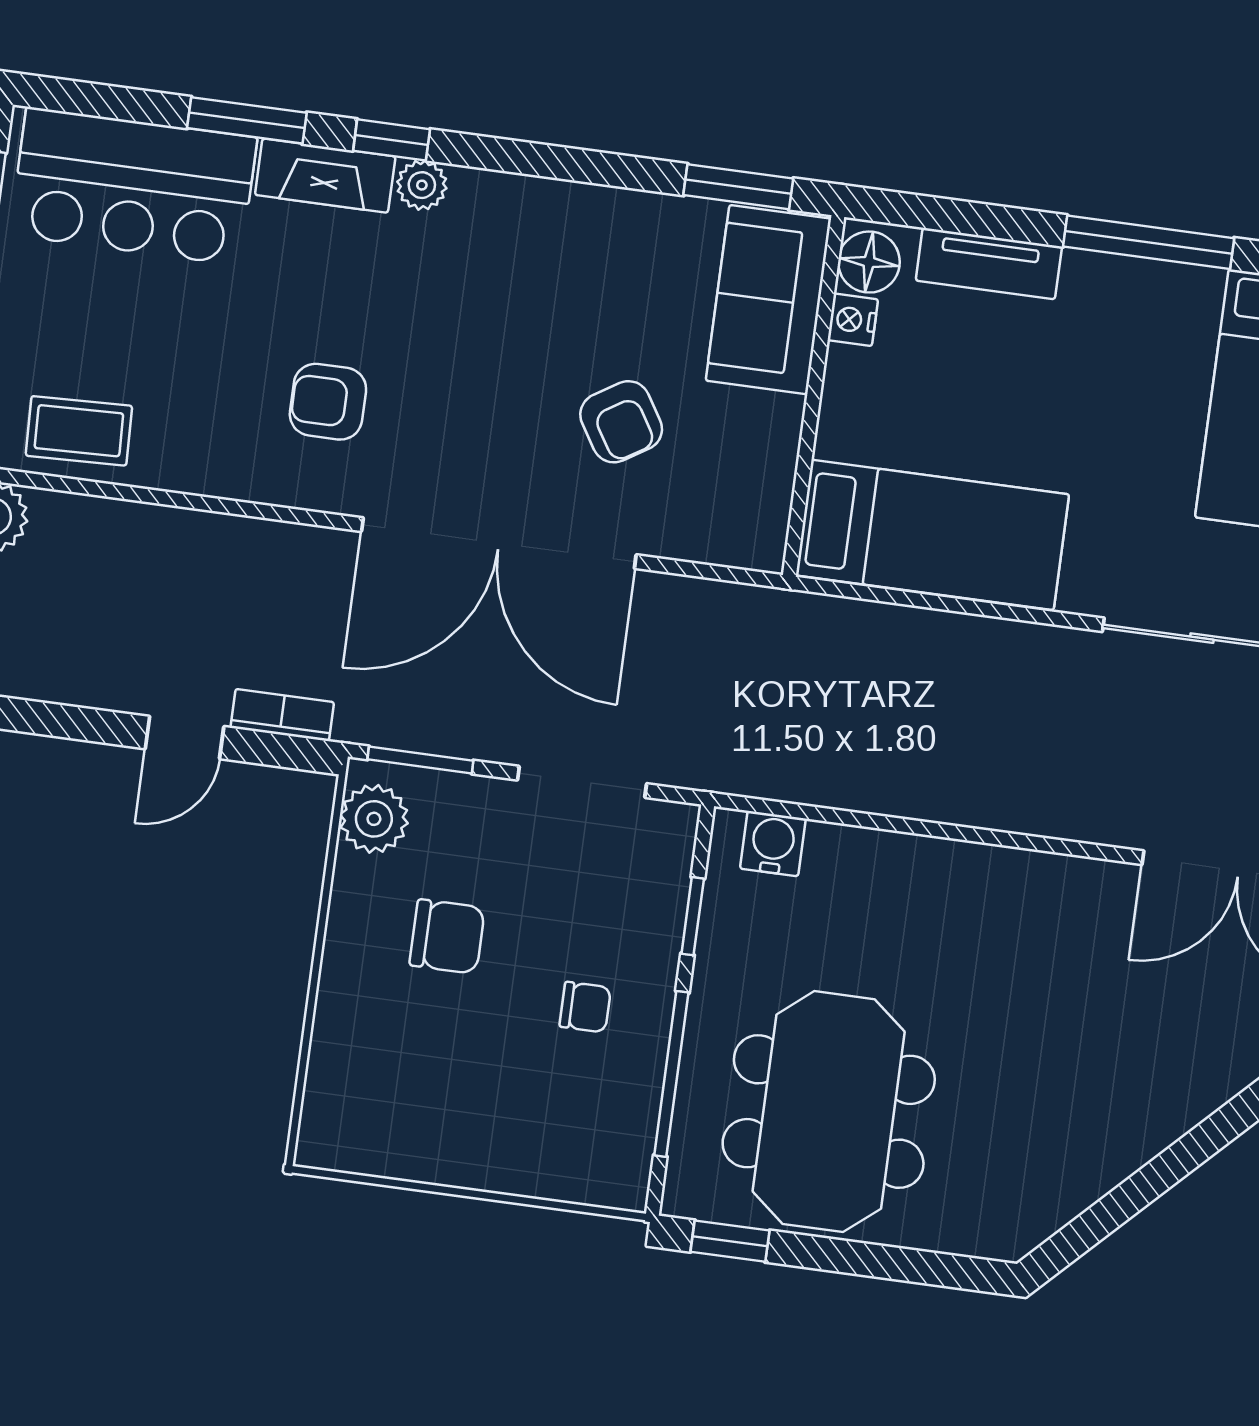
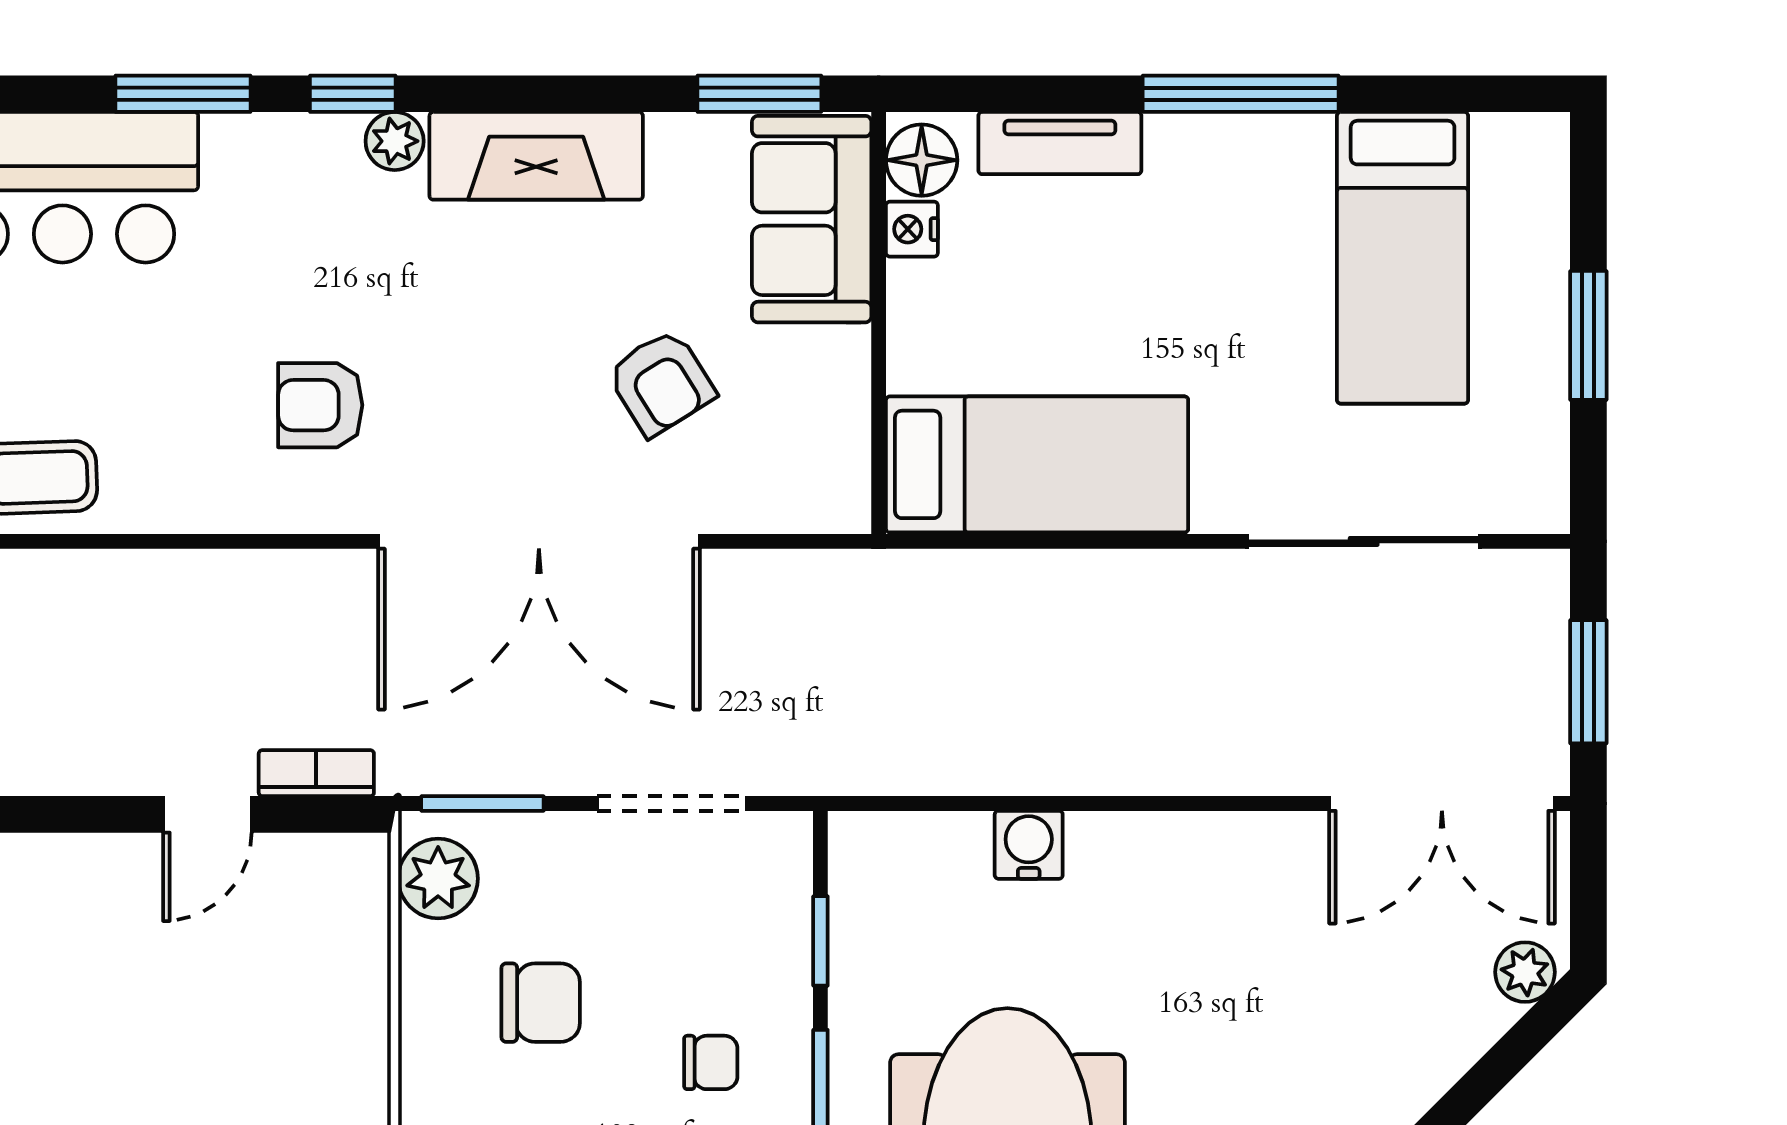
fireplace: (325, 176) -> (536, 156), moved, width x1.37, depth x1.32
water cooler: (773, 844) -> (1029, 845), moved

